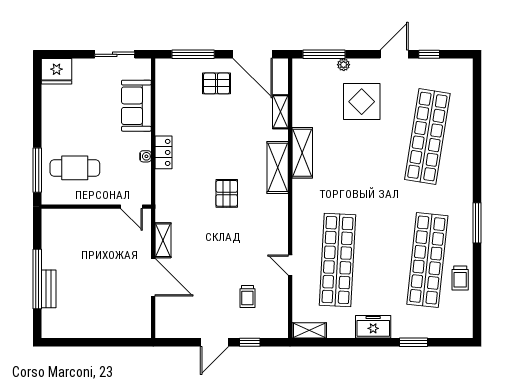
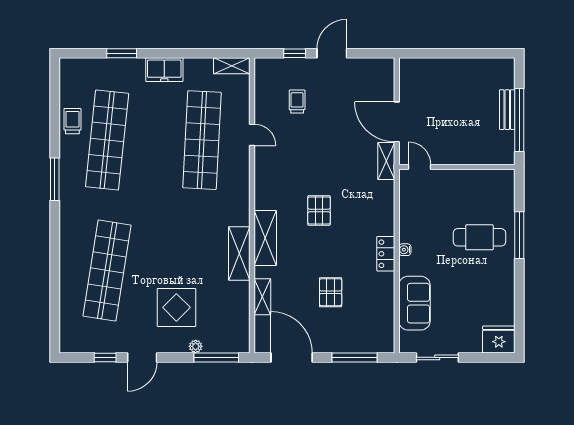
pallet: (217, 83) -> (331, 292), moved, turned 90
wall: (96, 207) -> (457, 167), moved
door: (132, 207) -> (420, 167), moved

